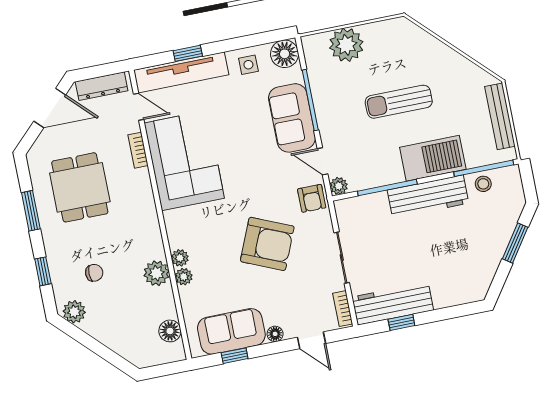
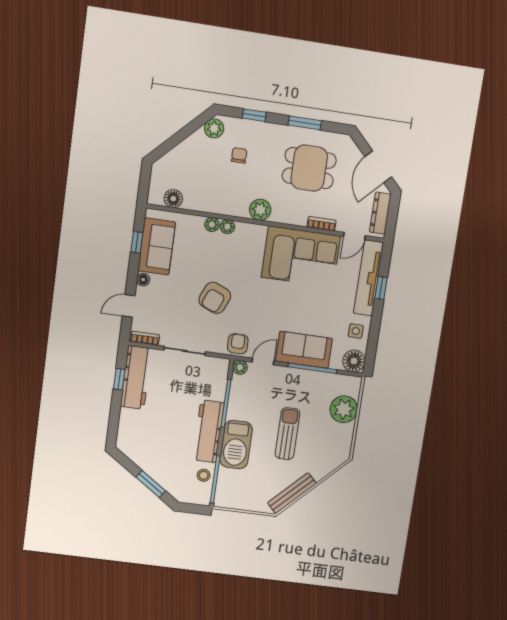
bench: (500, 116) -> (292, 493), moved, turned -45
armchair: (312, 198) -> (238, 344), turned 90
armchair: (267, 244) -> (215, 298), width x0.73, depth x0.73
chair: (94, 273) -> (239, 155), turned 180
plant: (156, 273) -> (260, 210), moved

